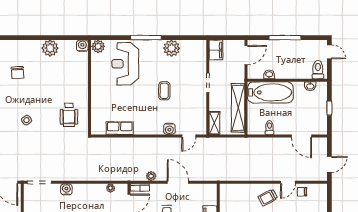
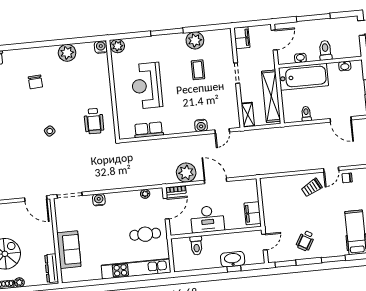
reception desk: (125, 64) -> (147, 86), moved
toilet: (318, 70) -> (325, 50), moved
coffee table: (164, 91) -> (198, 70), moved
plant: (151, 176) -> (186, 173), width x1.88, depth x1.88

